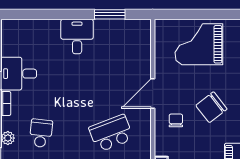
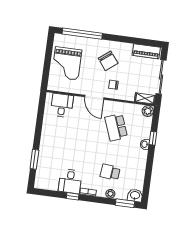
window: (110, 14) -> (34, 159), moved
desk: (77, 37) -> (62, 105), moved, turned 90

